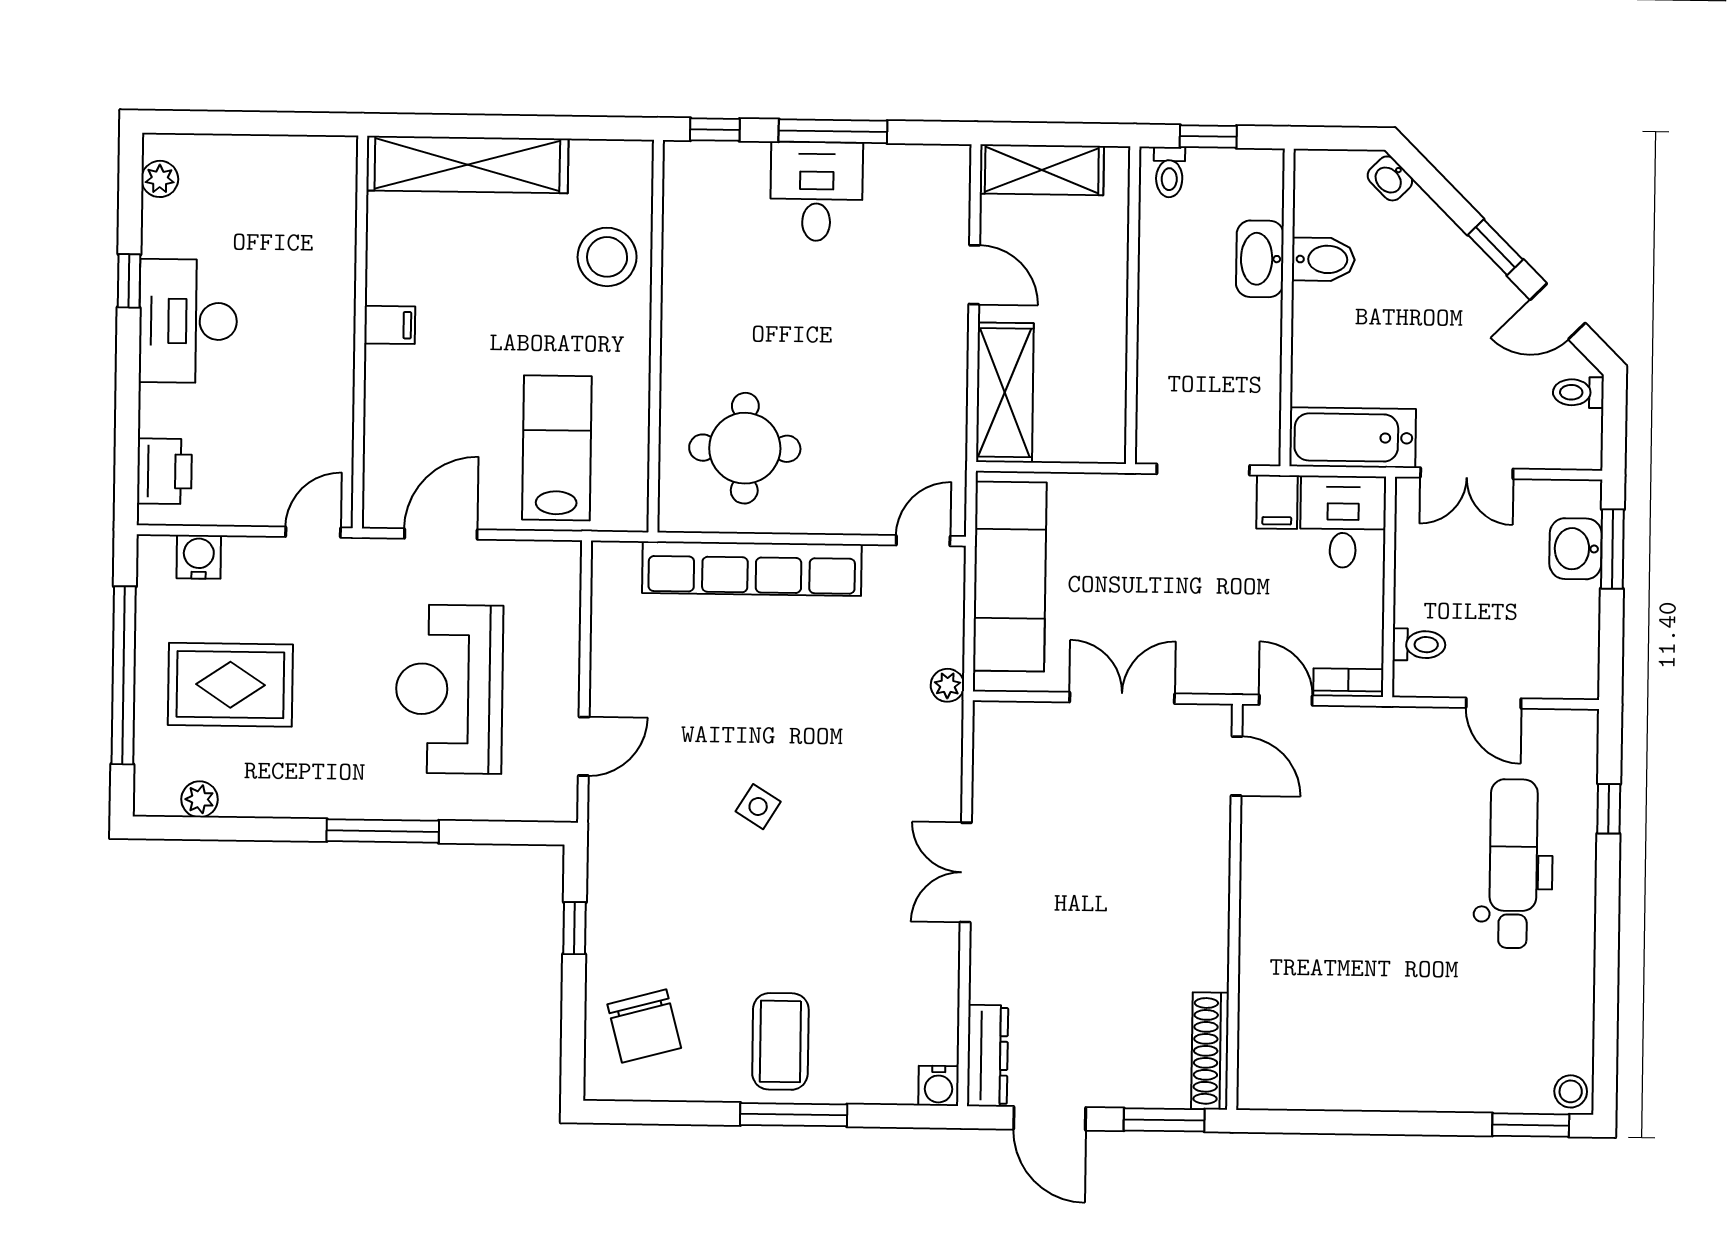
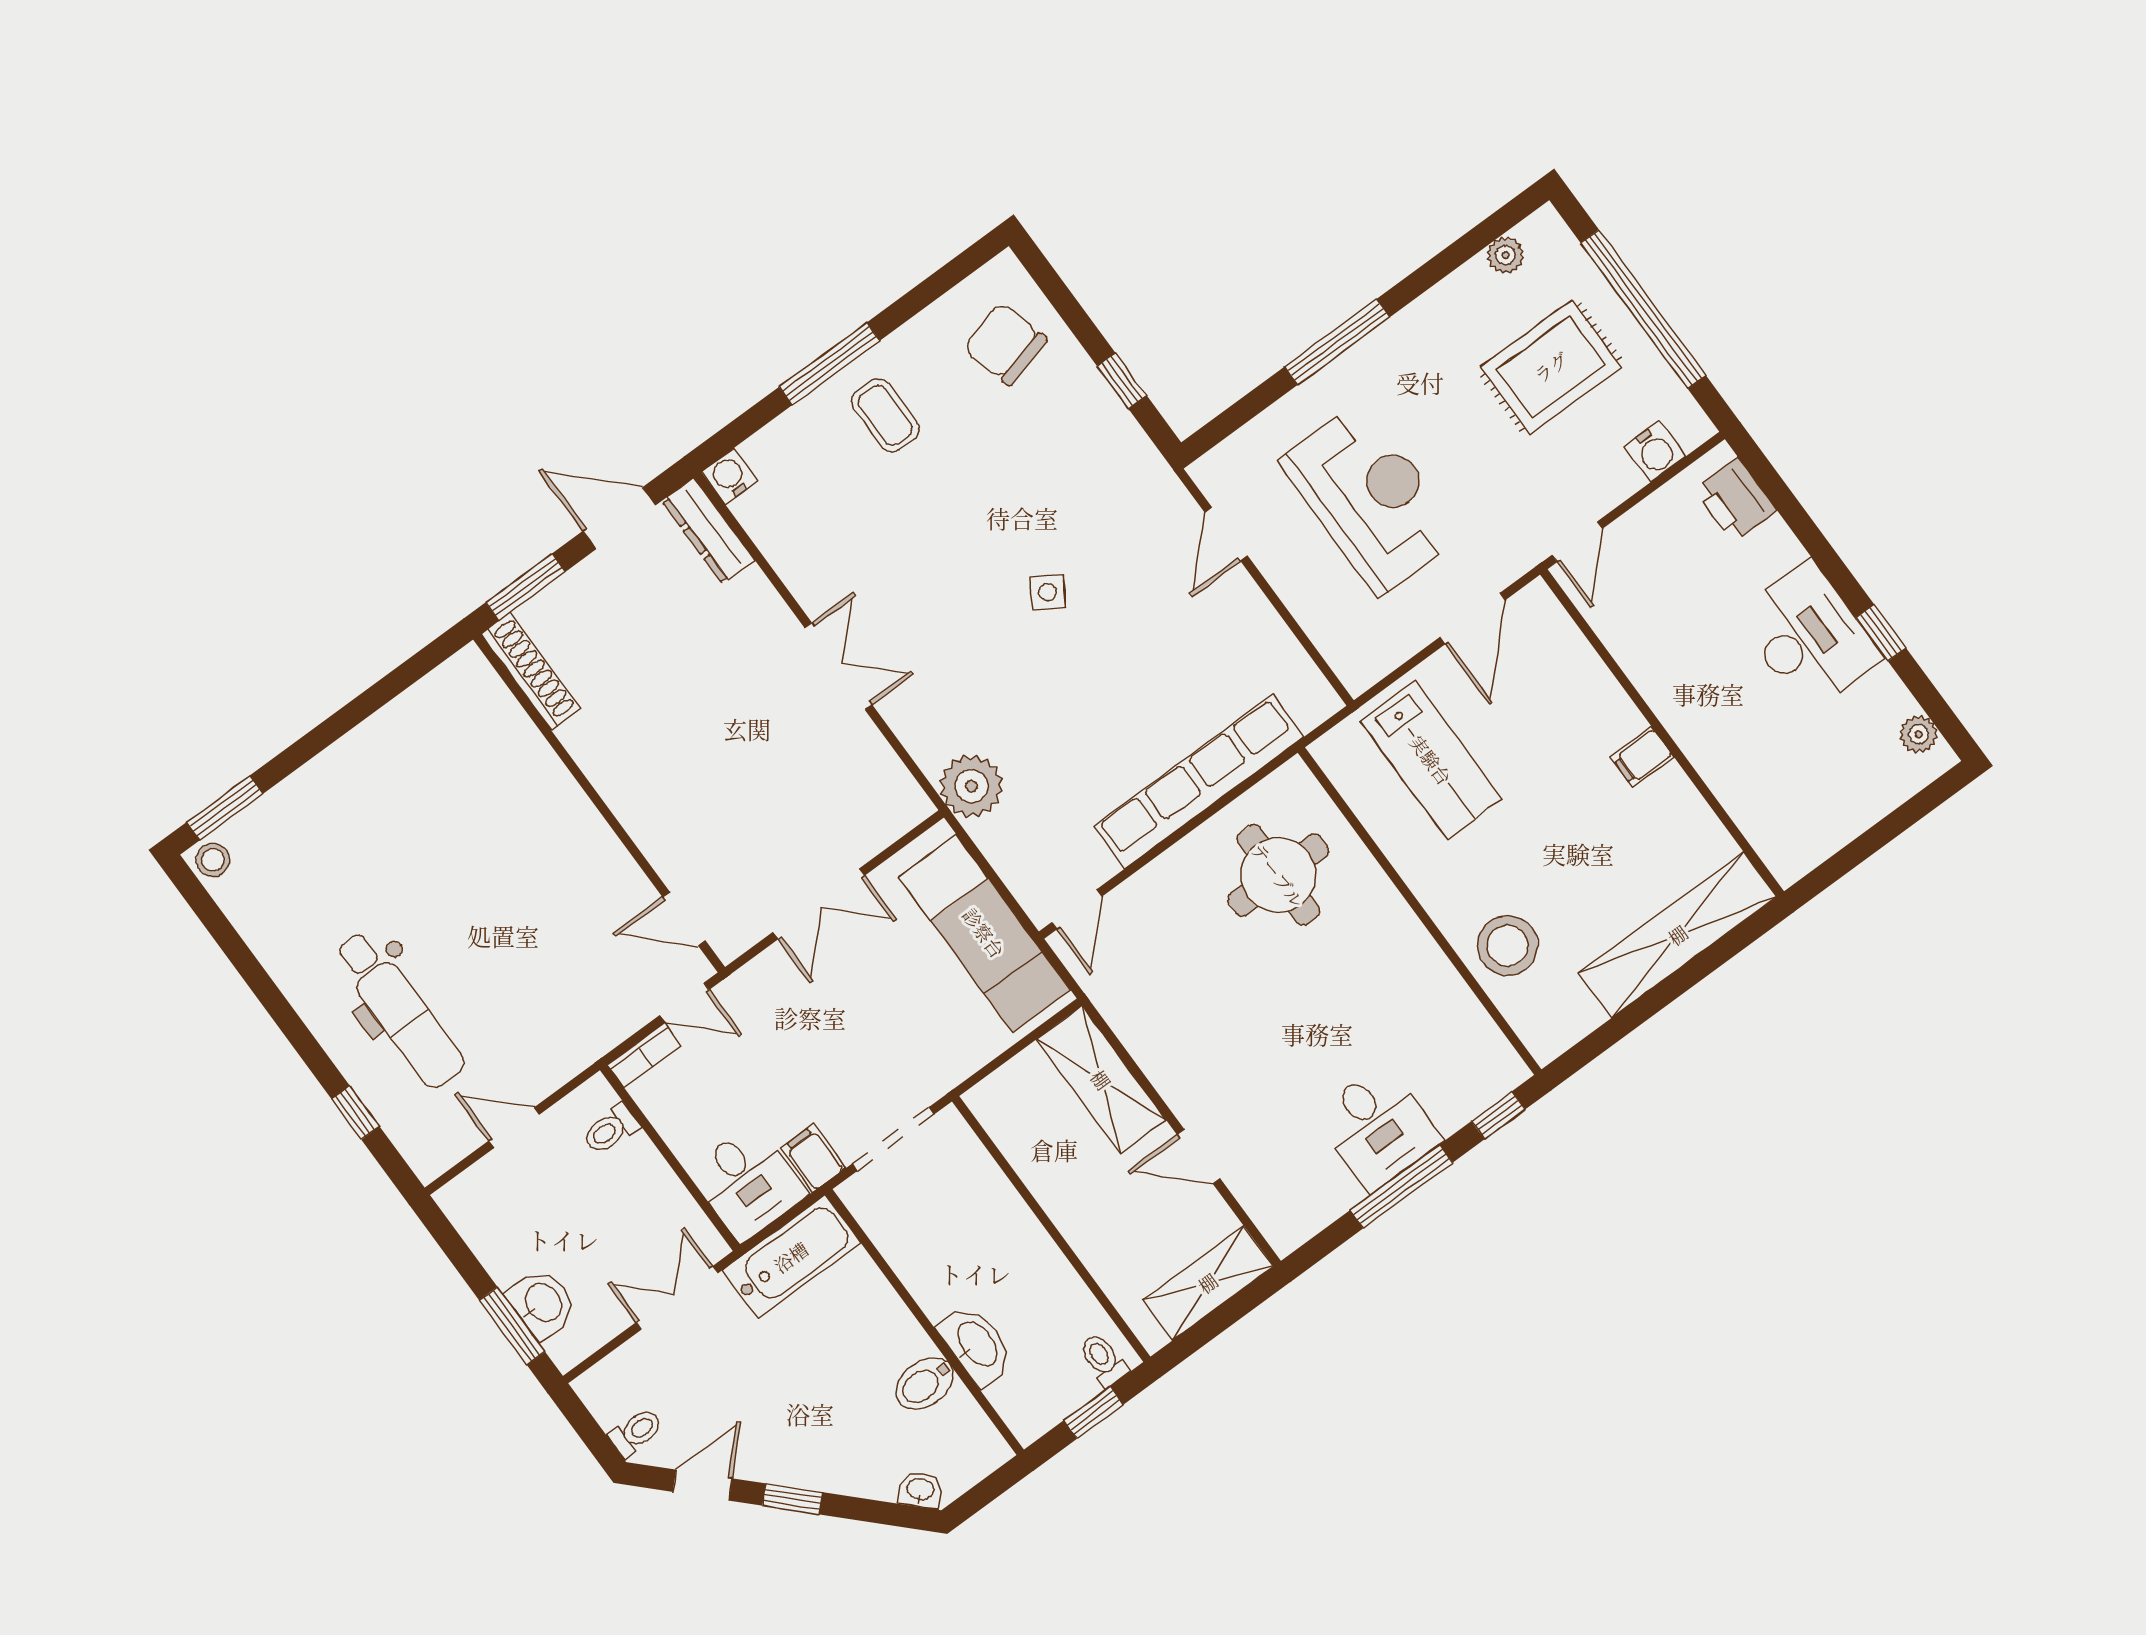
plant: (947, 685) -> (971, 786), width x1.88, depth x1.88
coffee table: (780, 1041) -> (885, 415), width x0.73, depth x0.77

